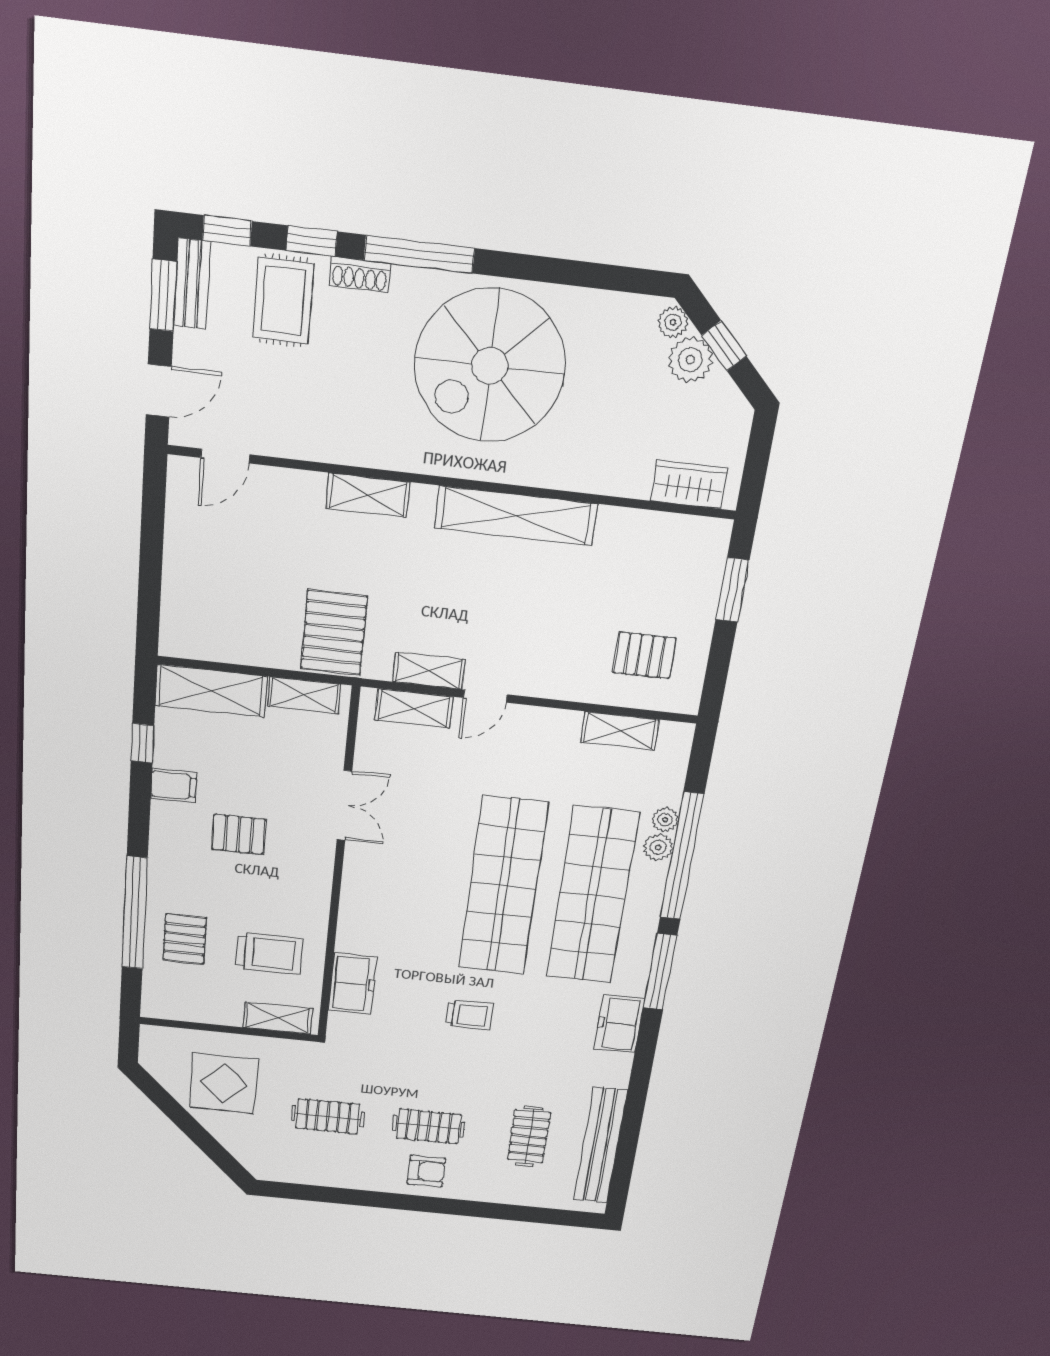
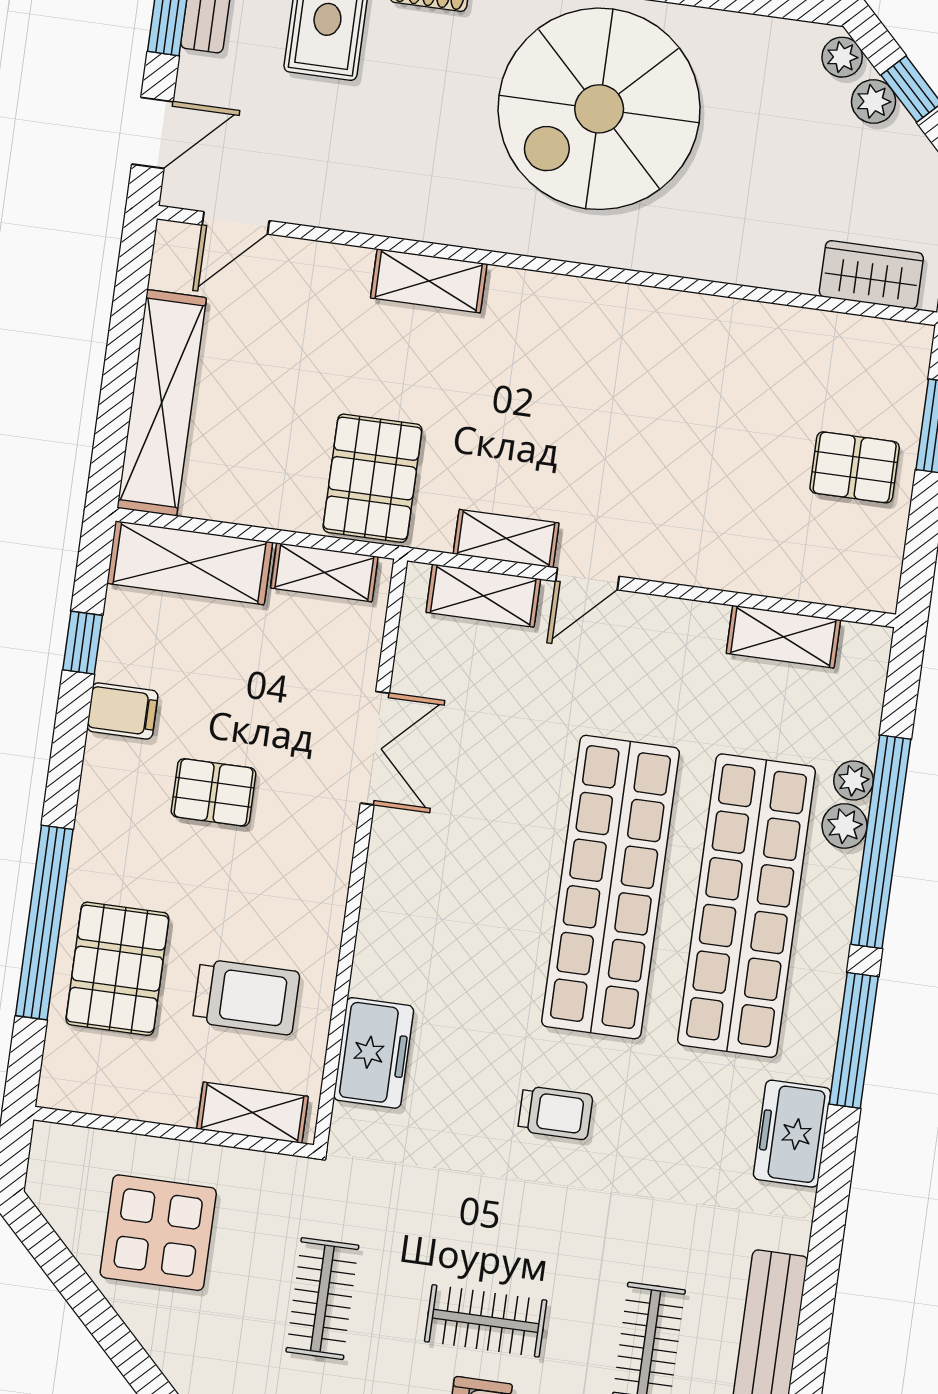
plant: (690, 360) -> (874, 102), width x0.73, depth x0.73
shelving: (516, 516) -> (162, 403), moved, turned 90
pallet: (644, 655) -> (855, 467), moved
pallet: (185, 939) -> (117, 969), width x1.50, depth x1.42
clothes rail: (328, 1116) -> (322, 1299), turned 90

